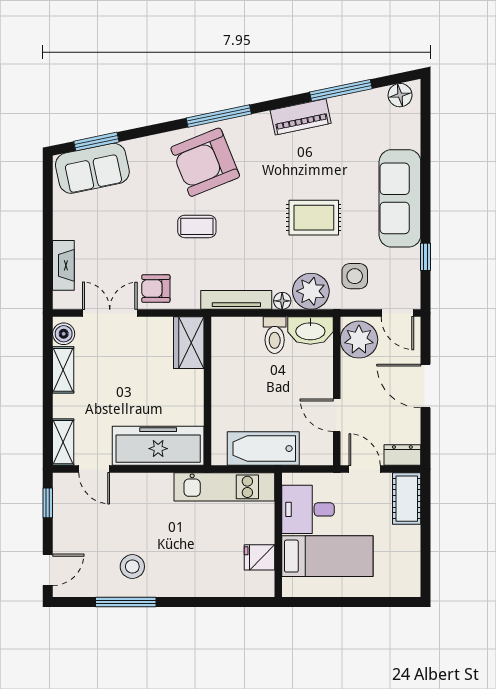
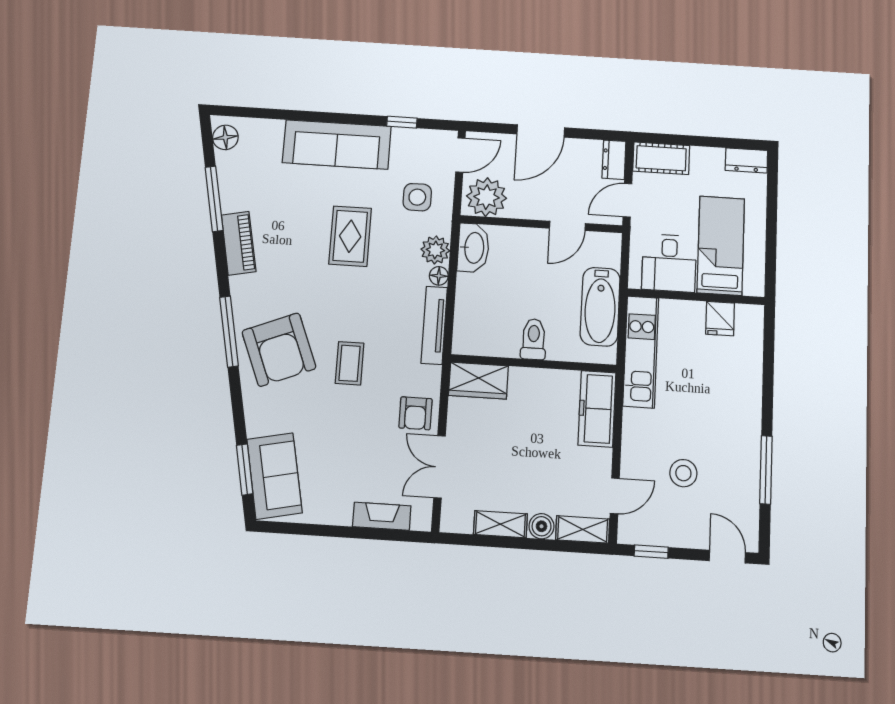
plant: (311, 291) -> (435, 250), width x0.73, depth x0.73
boiler: (64, 334) -> (542, 526), moved
toilet: (275, 335) -> (534, 339), moved, turned -90
freezer: (158, 446) -> (597, 409), width x0.73, depth x0.79
stool: (132, 567) -> (683, 473), moved
dresser: (410, 577) -> (746, 160), added

